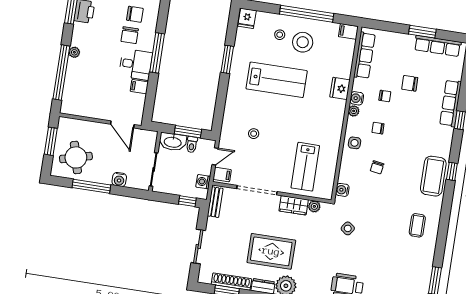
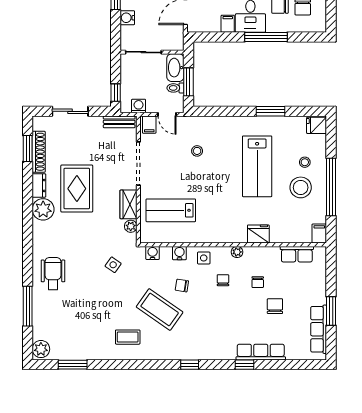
row of seats: (364, 55) -> (297, 254), width x0.68
water cooler: (357, 98) -> (179, 253), moved
coffee table: (433, 176) -> (160, 310), moved, turned 35

